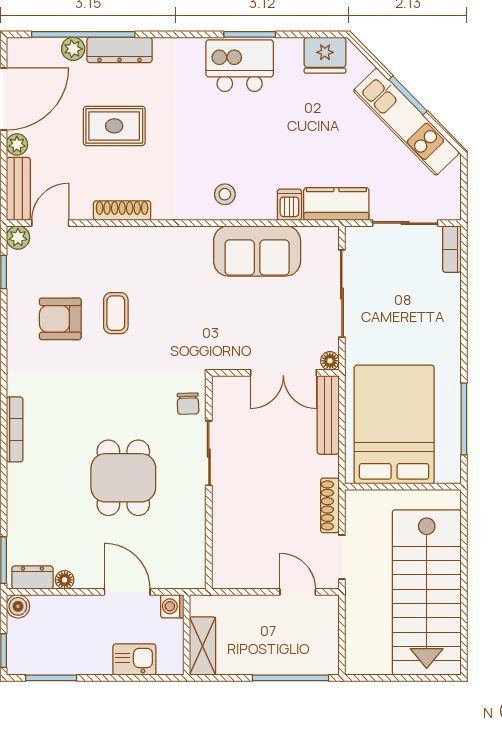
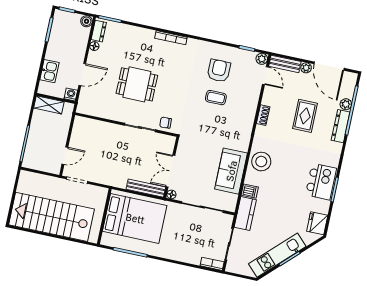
stool: (225, 194) -> (261, 162), width x1.89, depth x1.89
shoe rack: (122, 211) -> (263, 115), width x0.70
shoe rack: (330, 505) -> (103, 180), removed

